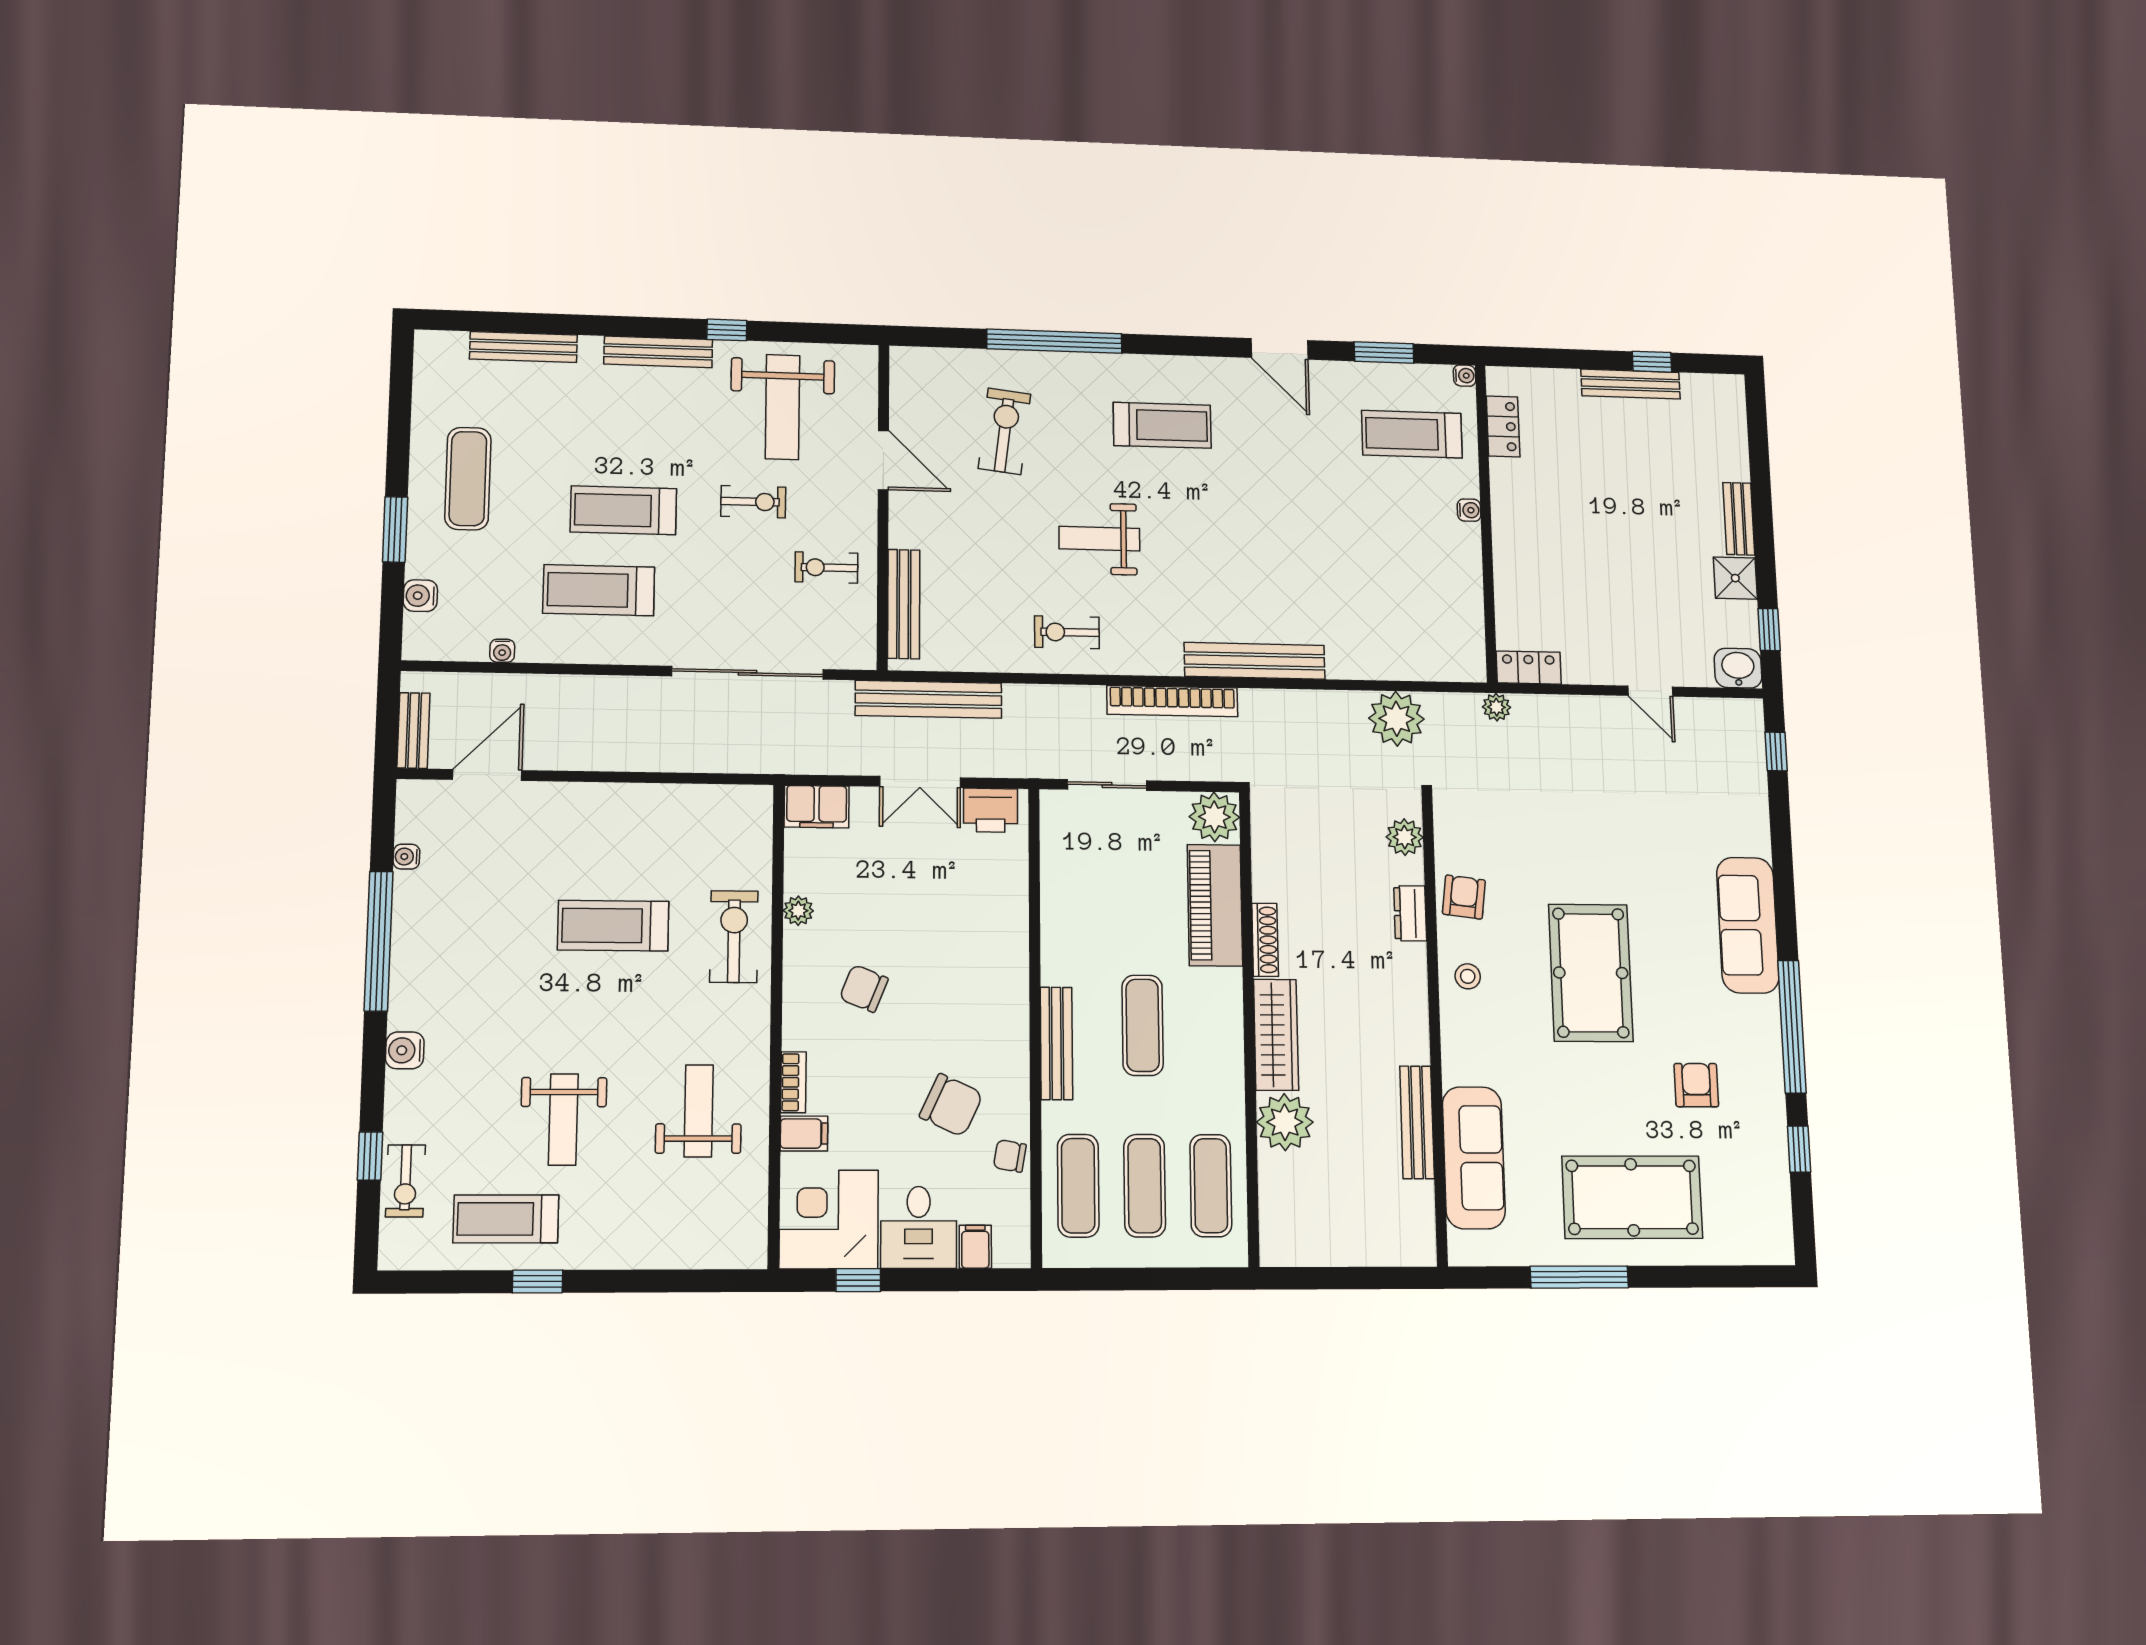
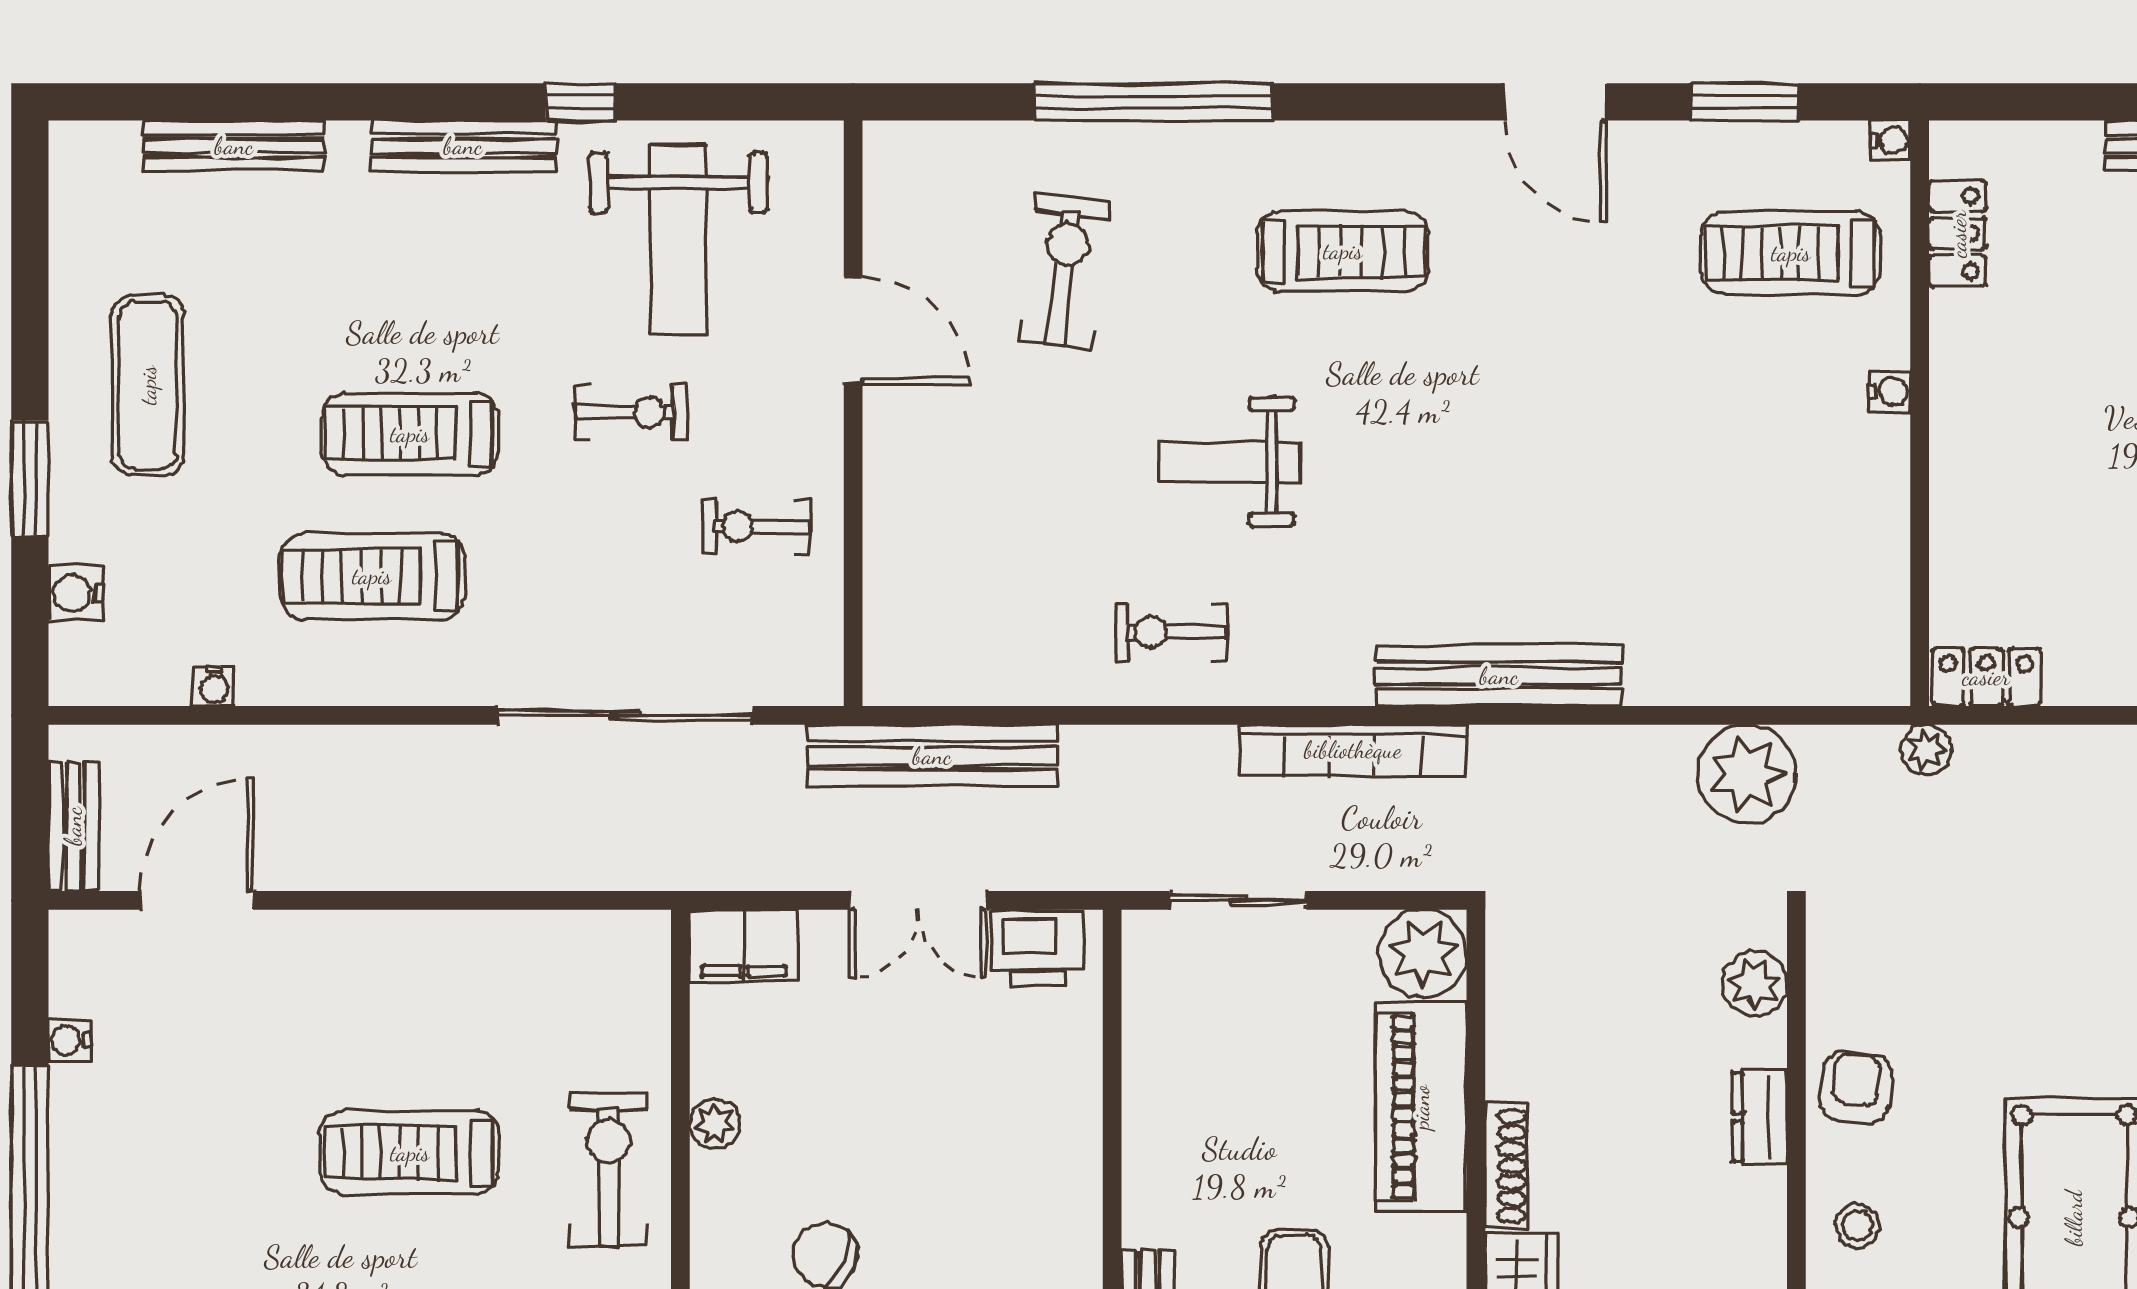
bench: (904, 604) -> (890, 588), removed

